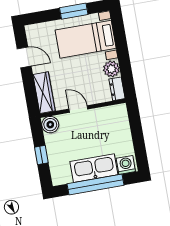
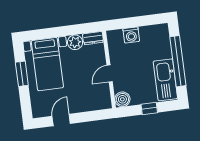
wardrobe: (44, 93) -> (94, 104), removed
washing machine: (126, 165) -> (131, 35), moved, turned -90
kitchen sink: (94, 168) -> (165, 80), moved

